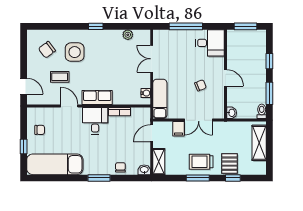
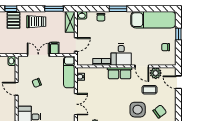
plant: (52, 98) -> (156, 73), added
window: (198, 178) -> (54, 9), moved

